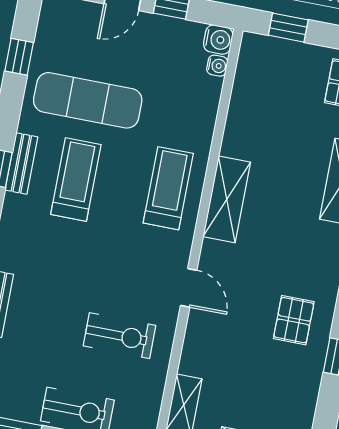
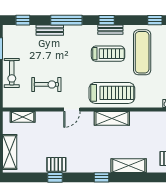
treadmill: (168, 188) -> (112, 93), width x1.37, depth x1.38
pallet: (294, 320) -> (56, 164), moved
exercise bike: (120, 336) -> (46, 84), turned -90

